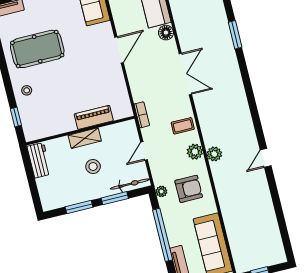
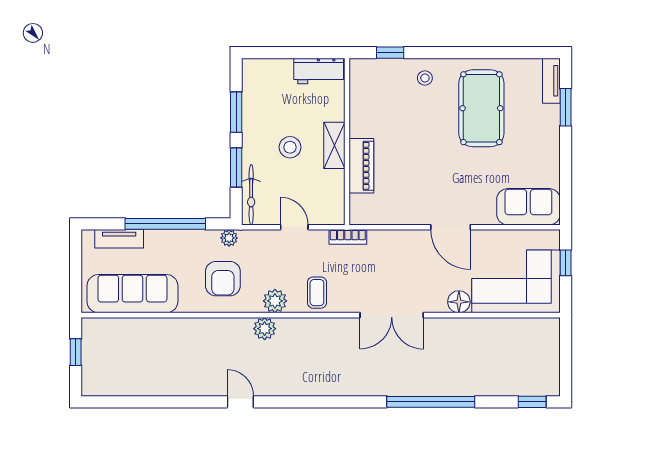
window: (235, 35) -> (431, 402), width x2.11

